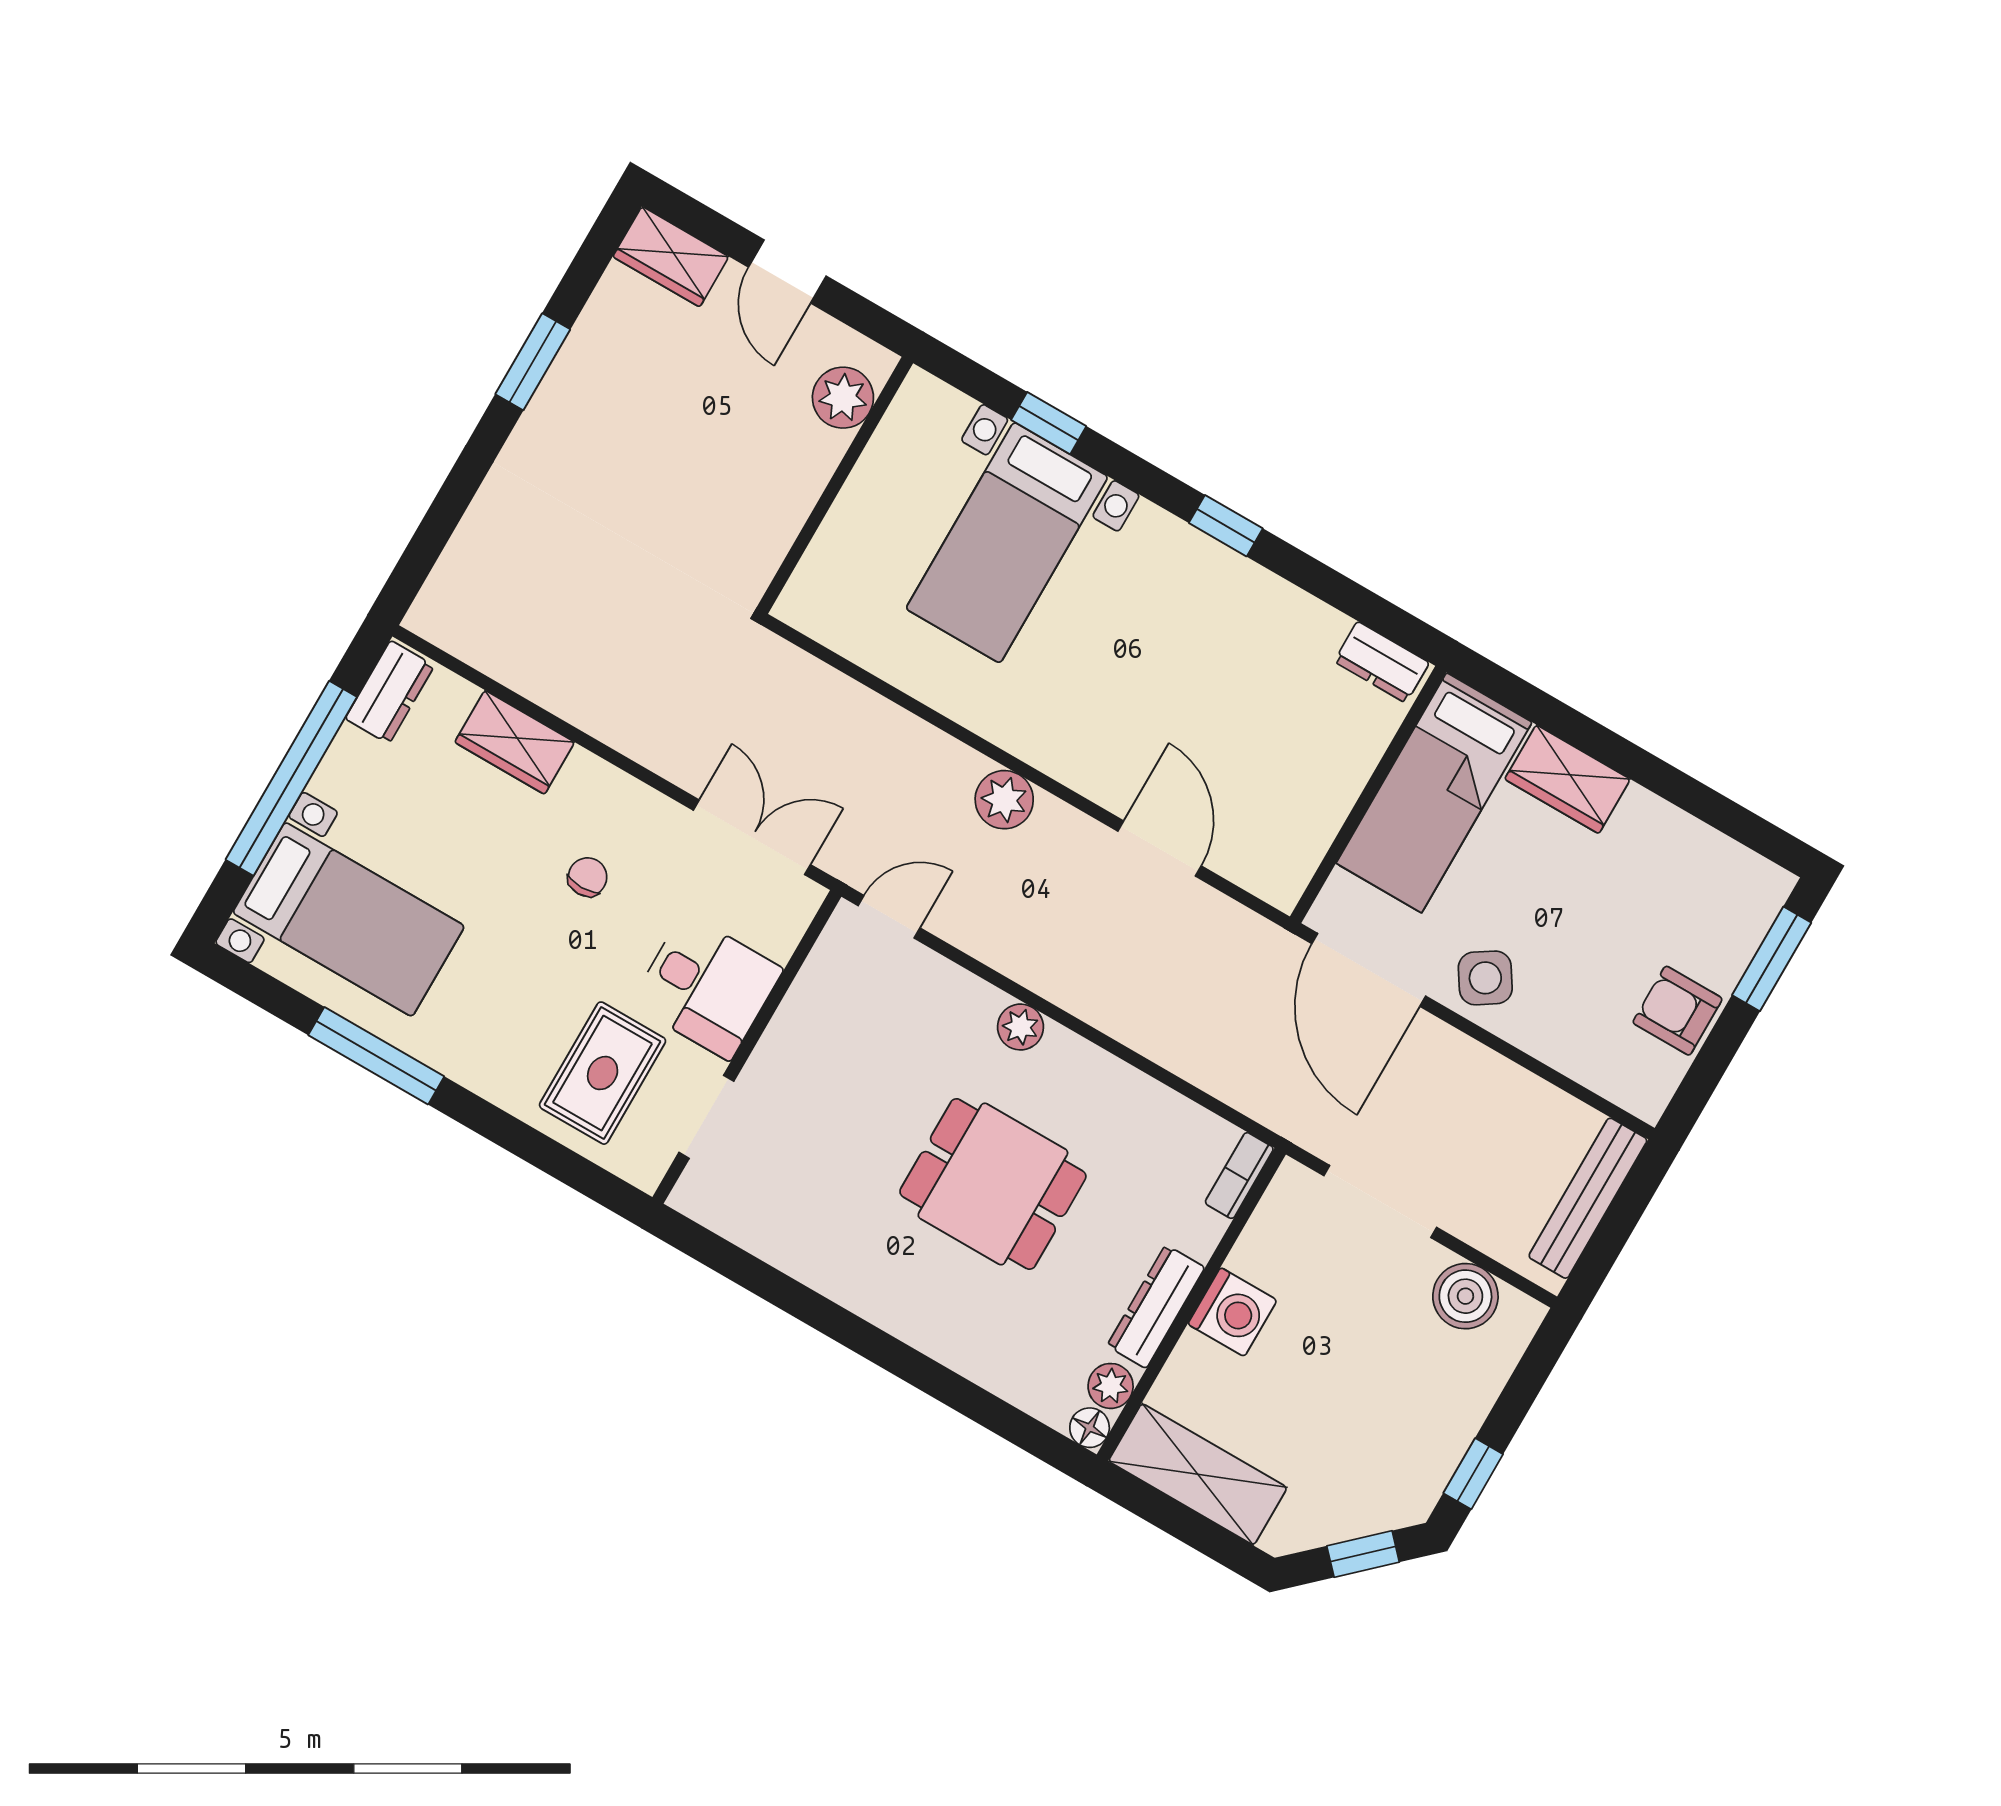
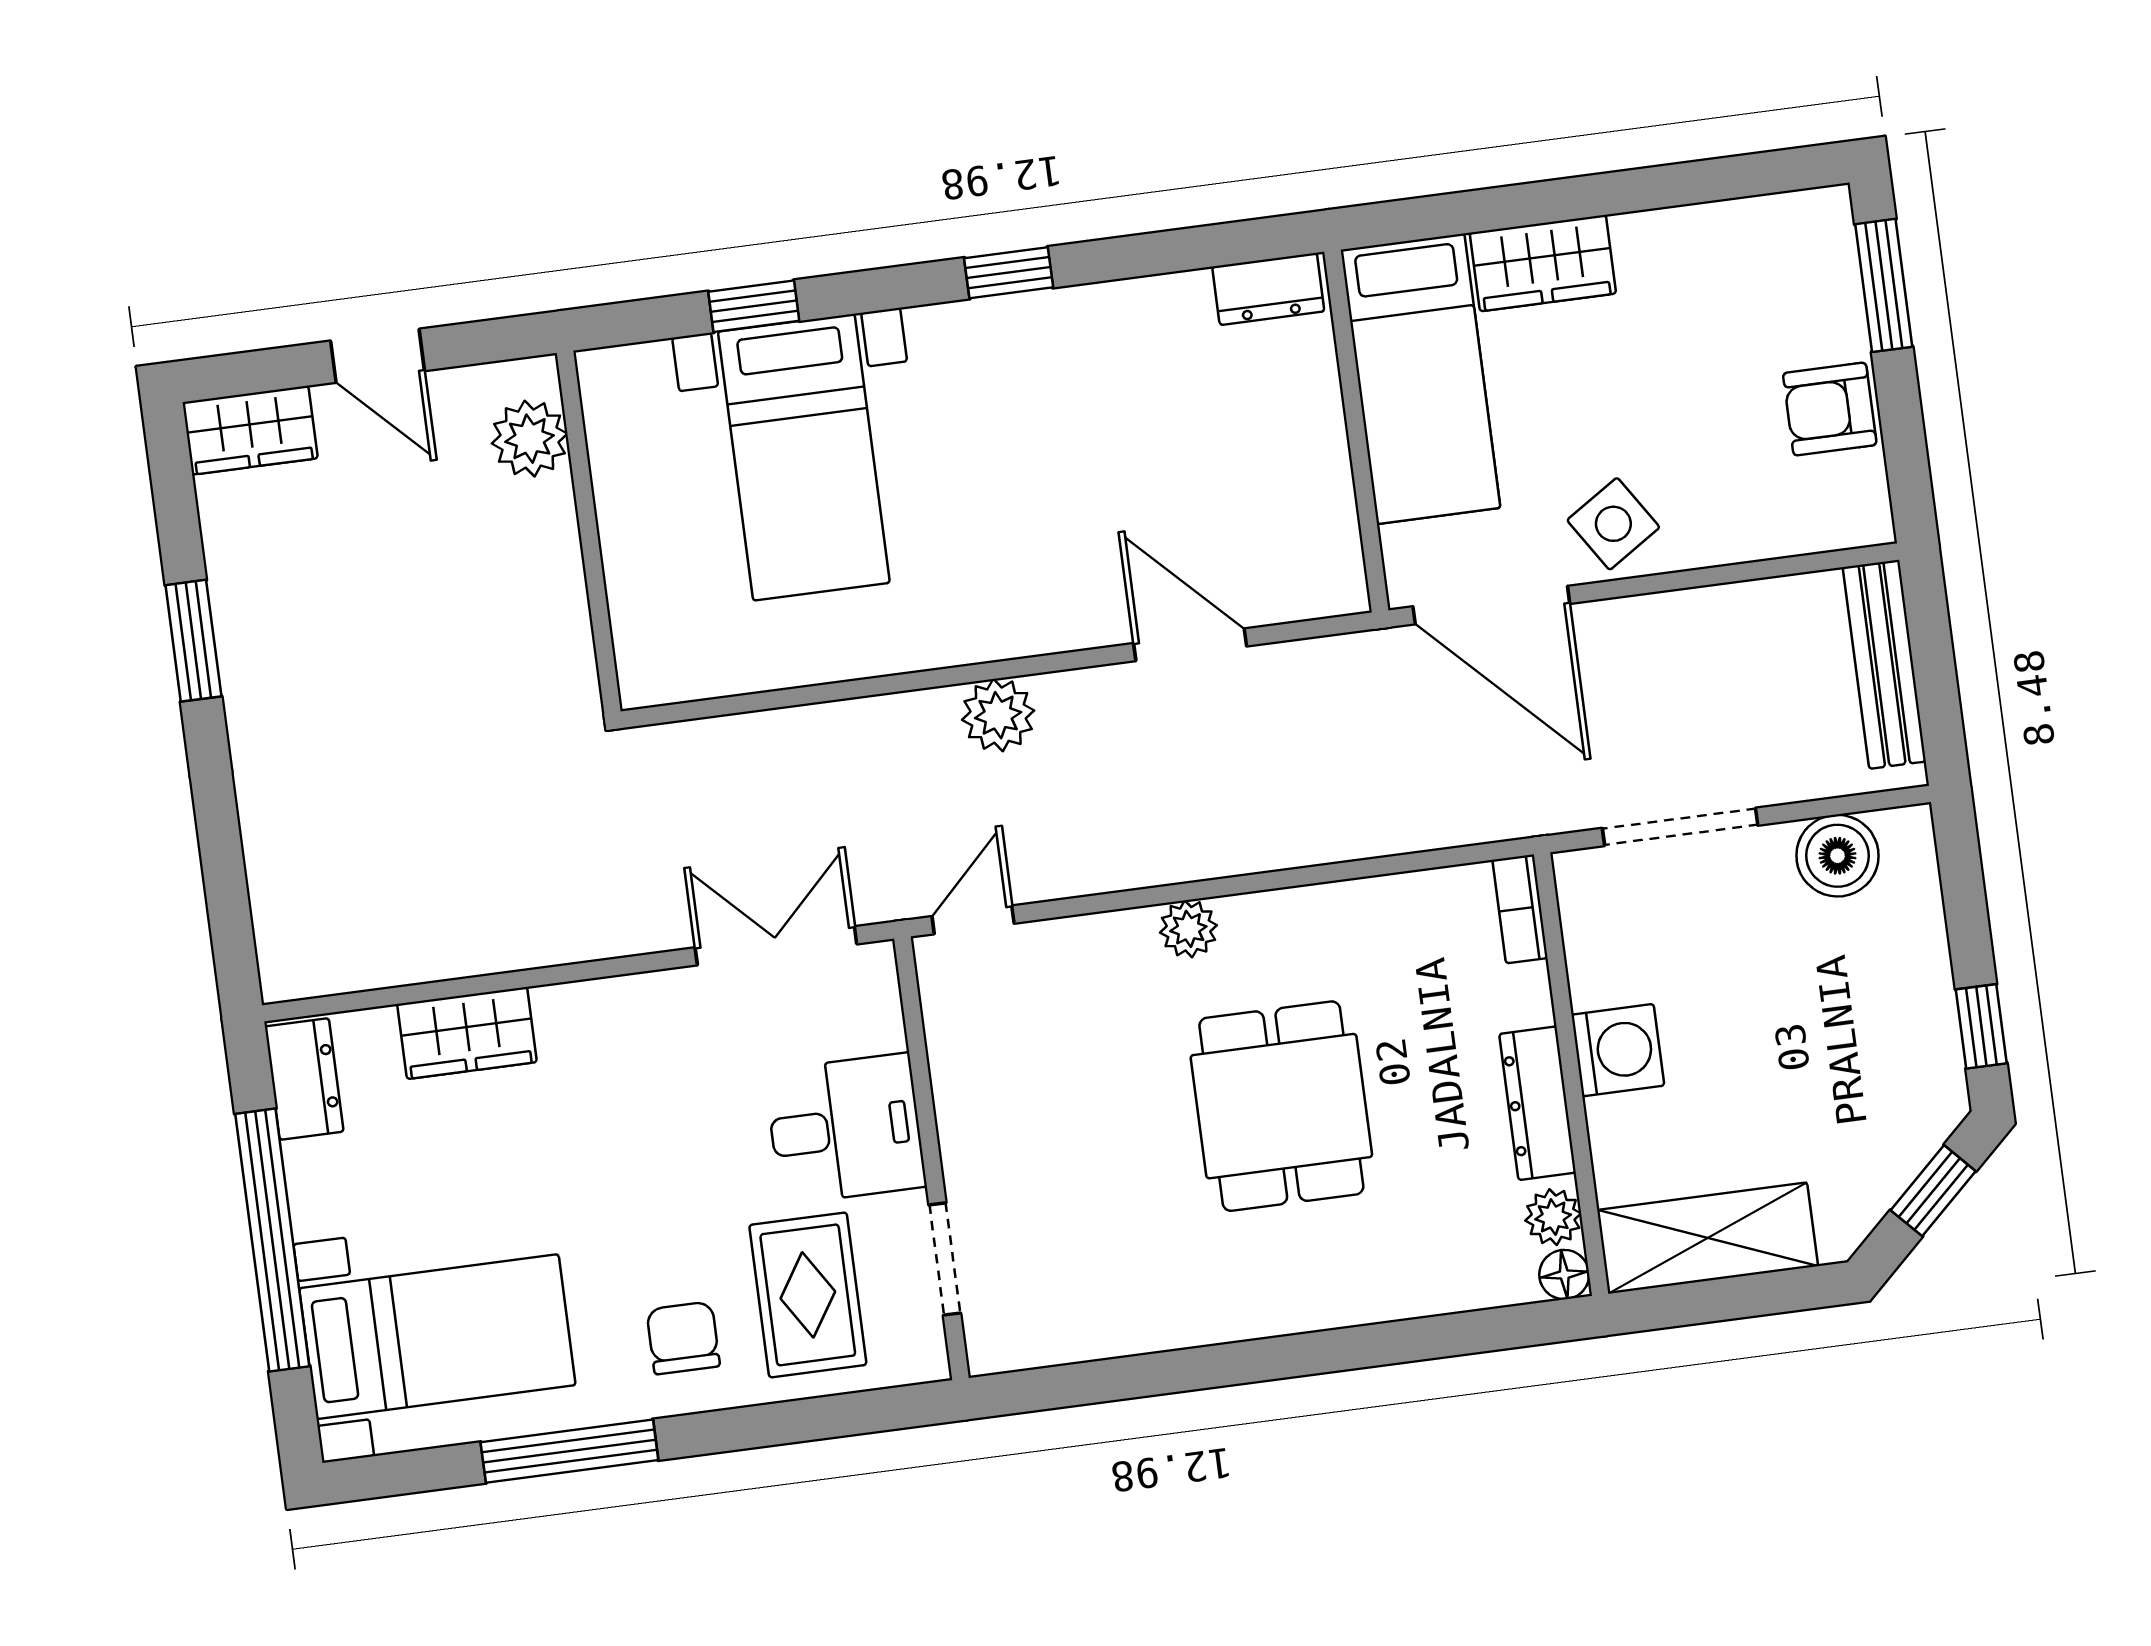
chair: (588, 877) -> (683, 1338), moved, width x1.37, depth x1.37
dining table: (993, 1184) -> (1281, 1106), turned 90

